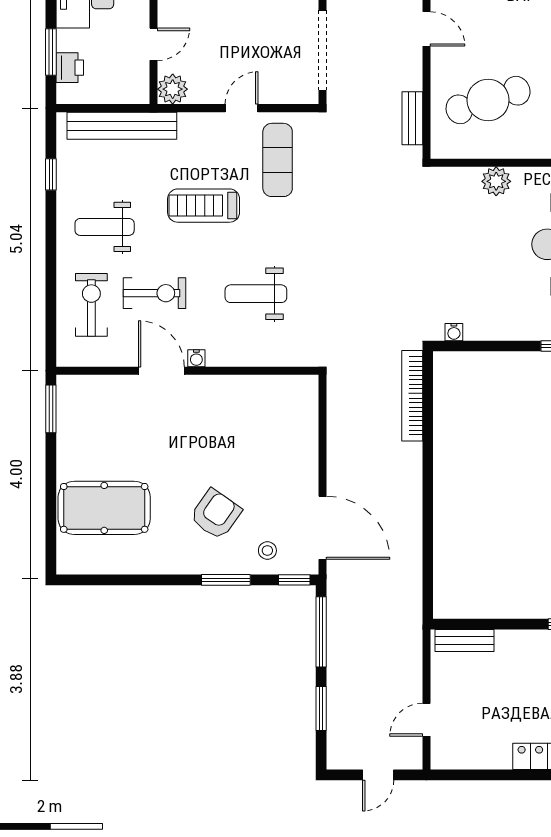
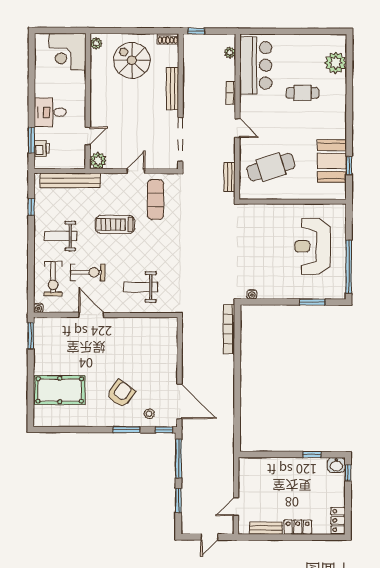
plant: (496, 181) -> (275, 212), removed
weight bench: (256, 294) -> (141, 287), moved
exercise bike: (91, 305) -> (53, 279), turned 180
water cooler: (196, 358) -> (38, 308), moved
bench: (464, 641) -> (266, 528), moved

